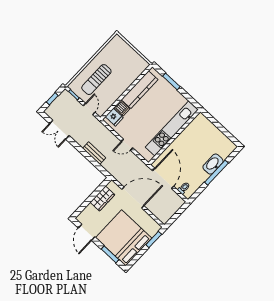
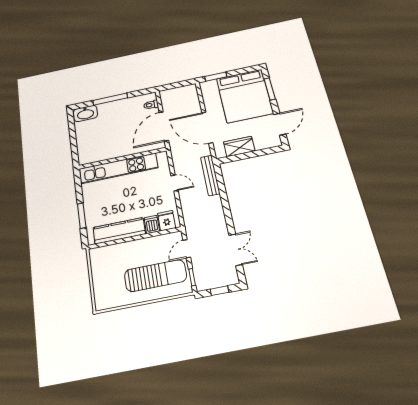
sun lounger: (96, 80) -> (155, 276), width x1.36, depth x1.34
bench: (94, 153) -> (210, 175), moved, width x1.36
washbasin: (213, 164) -> (85, 113), moved

